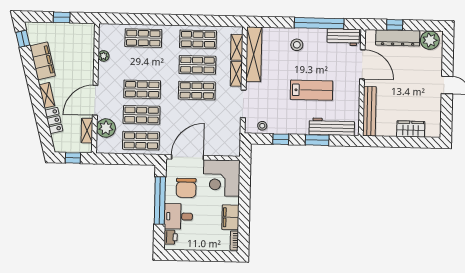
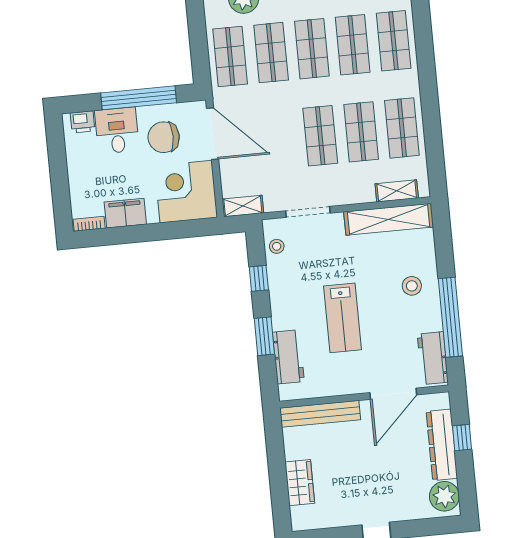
shop shelf: (143, 64) -> (353, 45), added
shelving: (236, 74) -> (243, 206), moved
workbench: (332, 127) -> (288, 357), width x0.73

